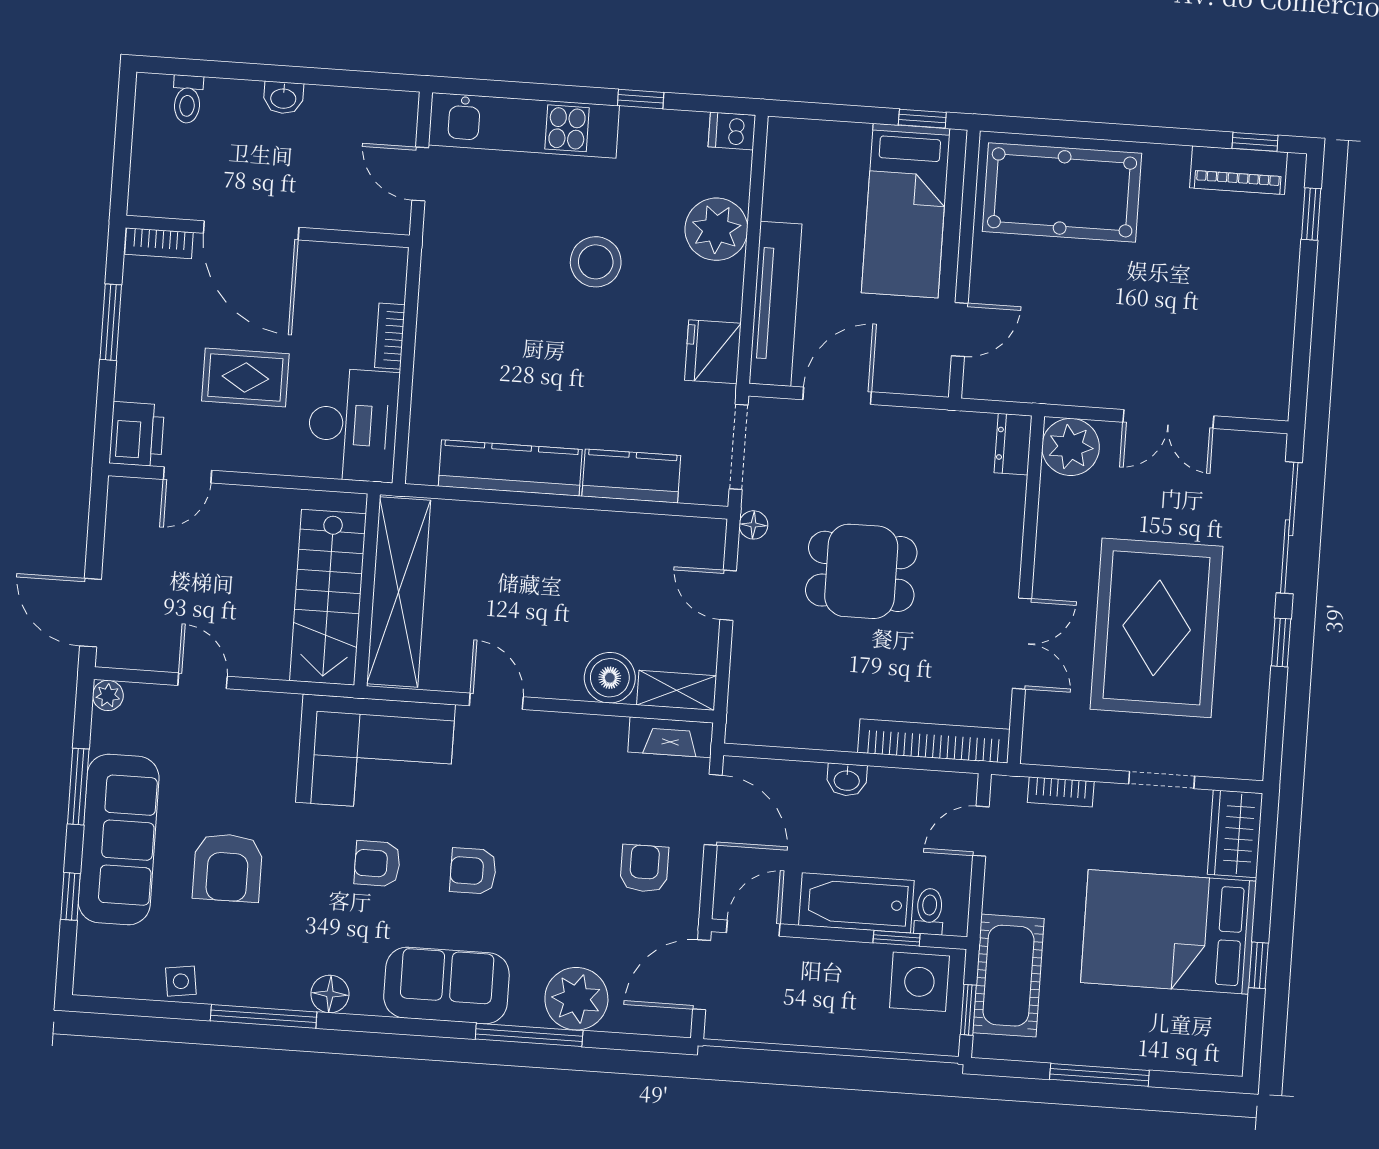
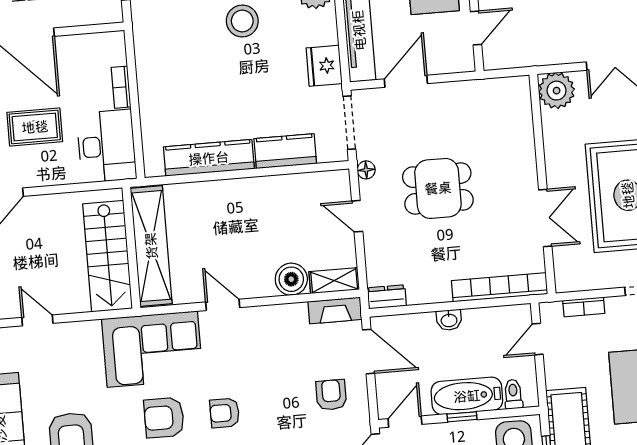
dresser: (1013, 444) -> (387, 297), moved, turned 90
armchair: (377, 864) -> (164, 418), width x1.38, depth x1.38
window: (897, 938) -> (462, 417), moved

